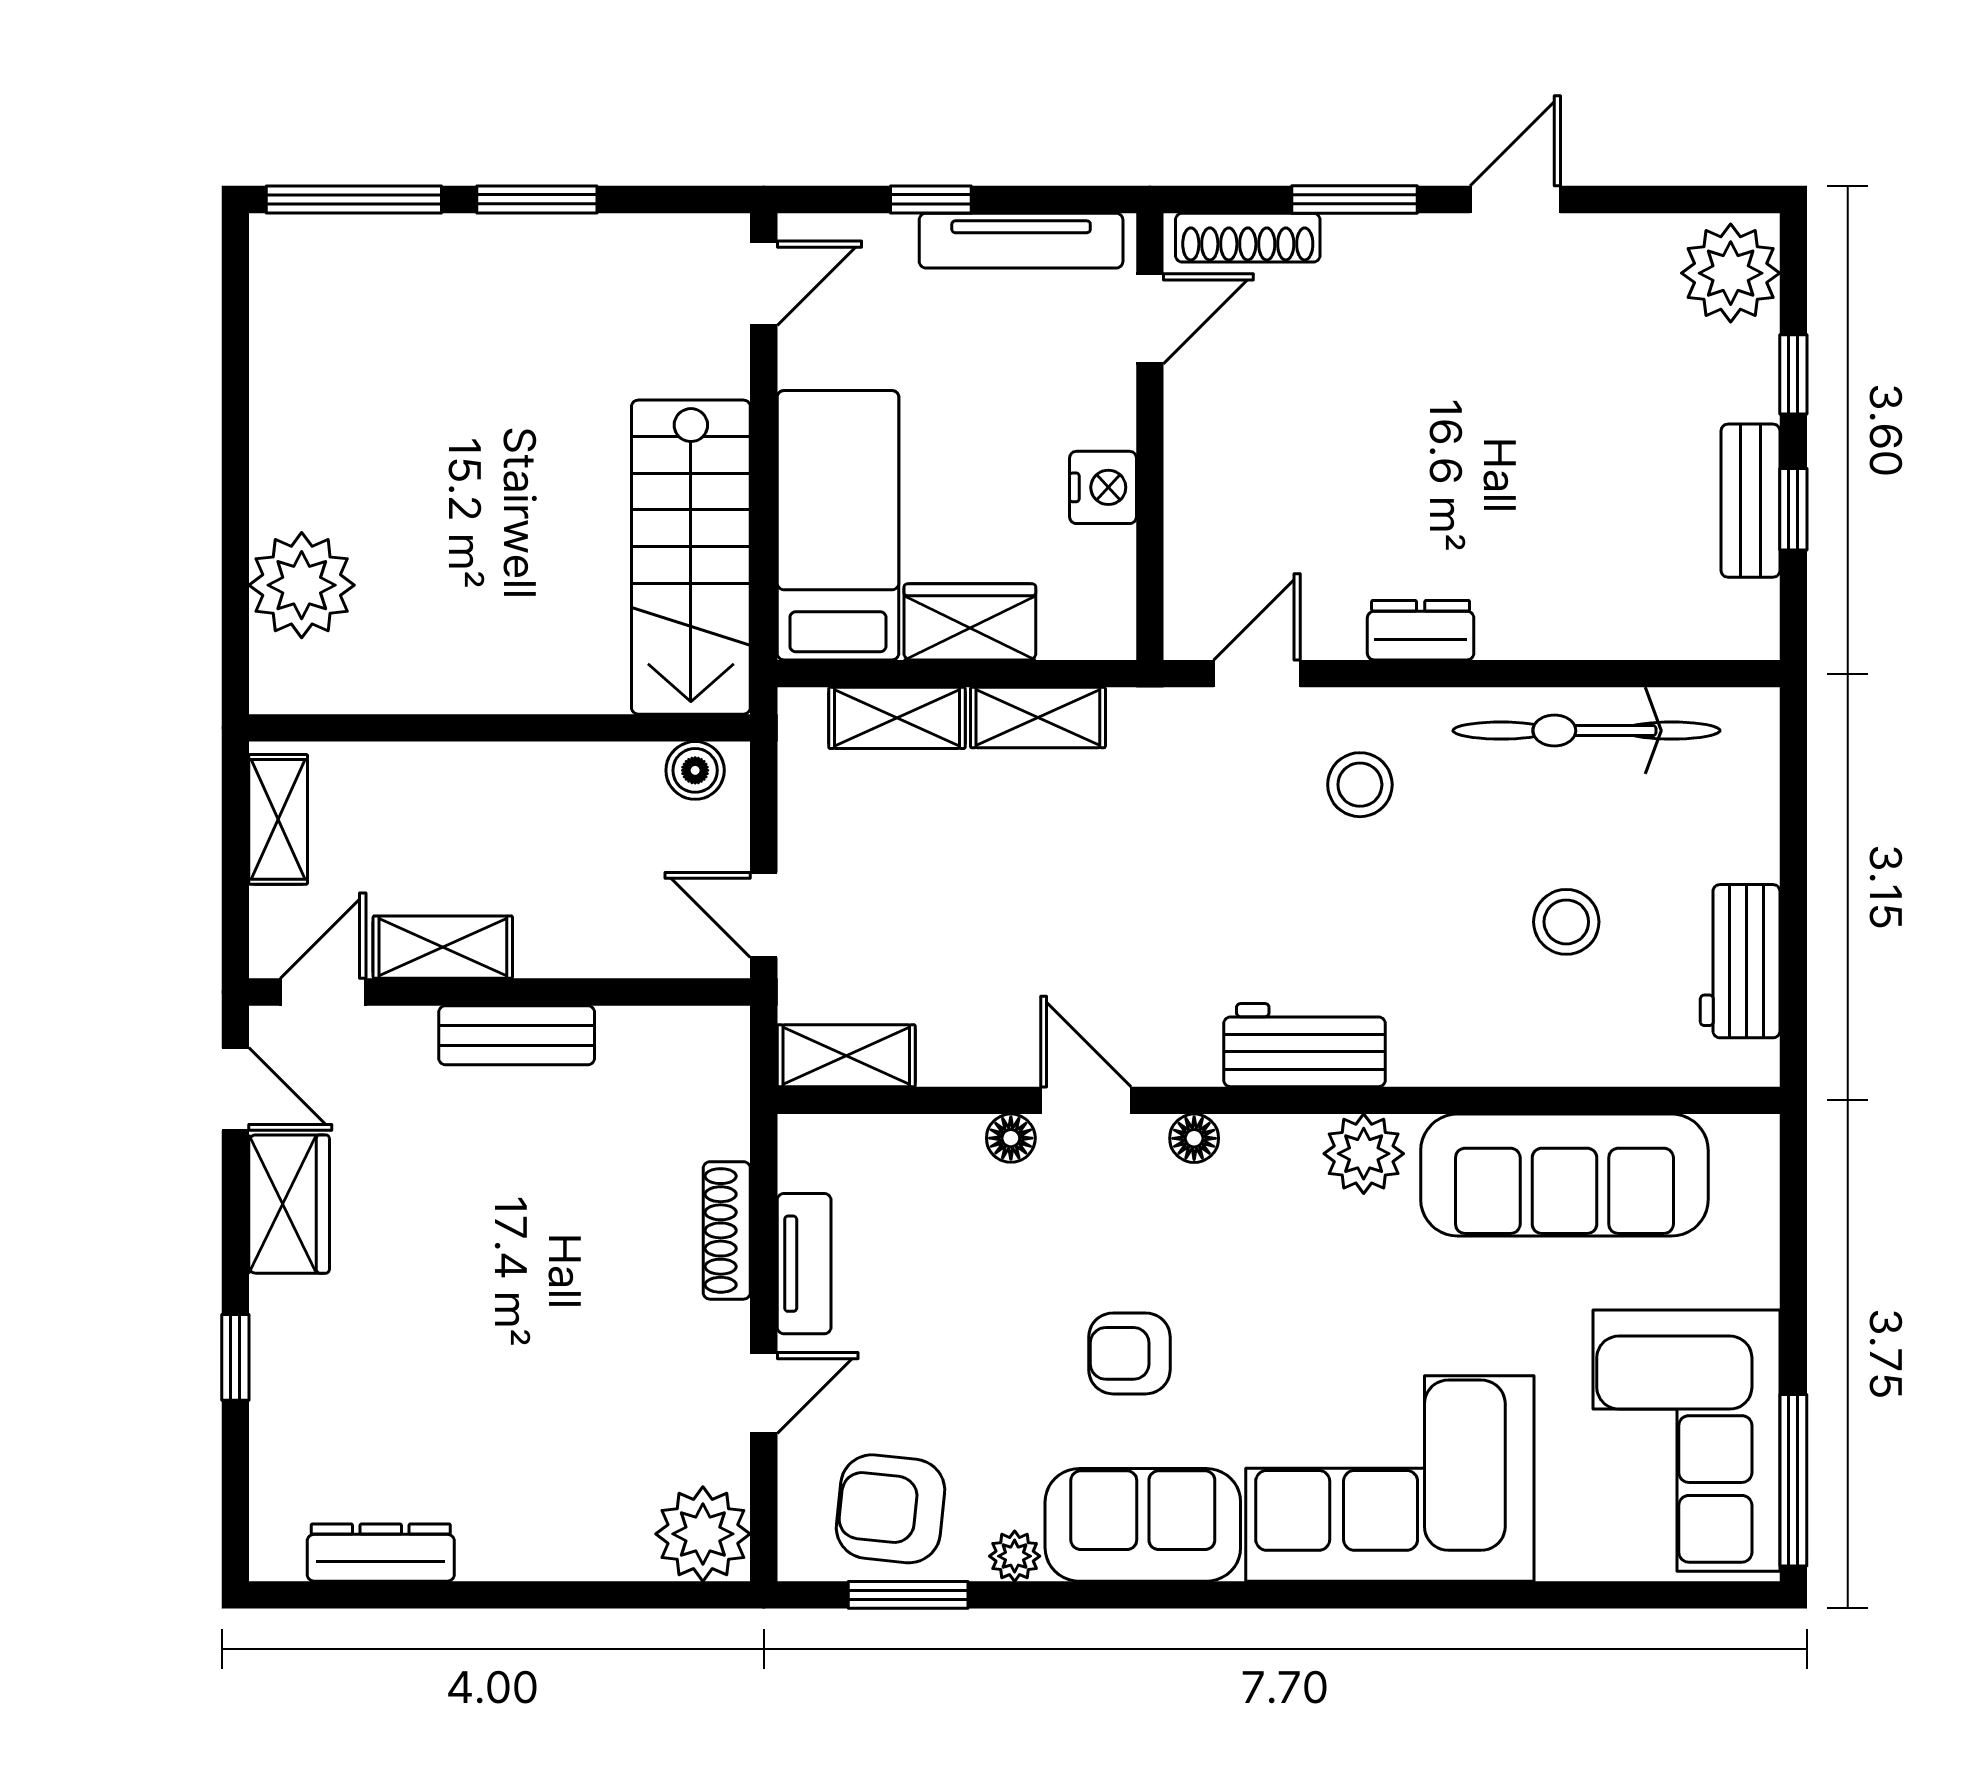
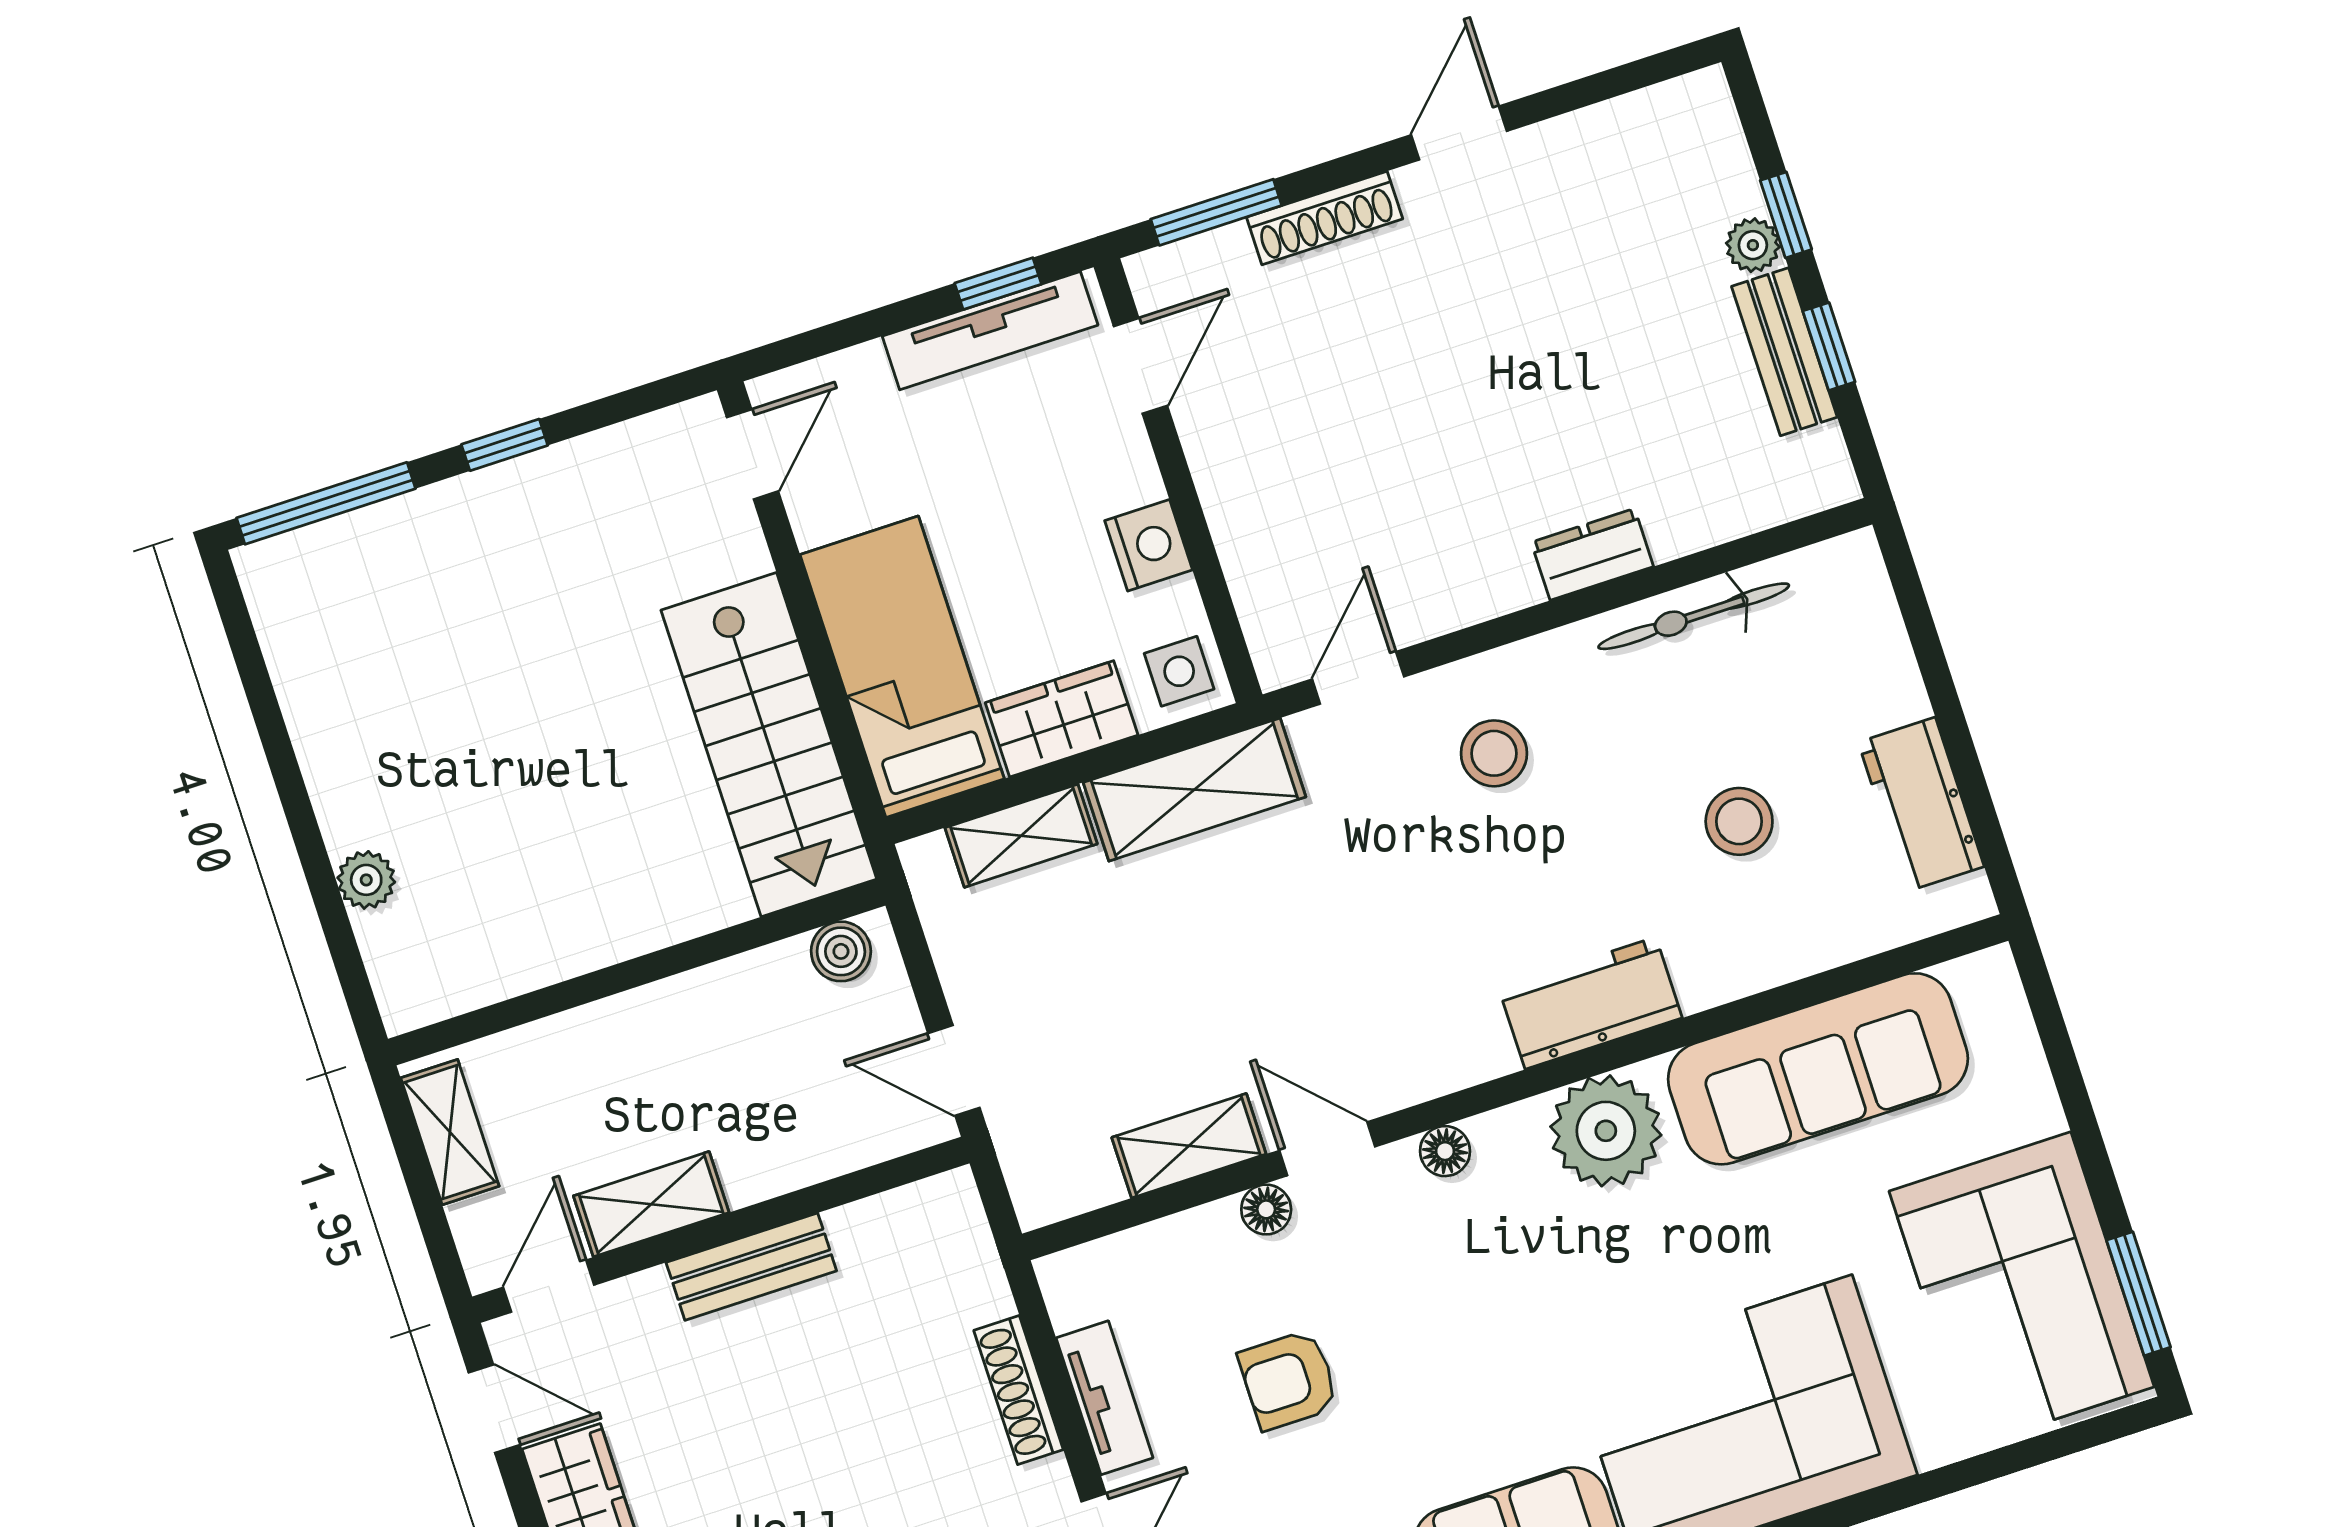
window: (537, 199) -> (505, 445), width x0.67
window: (931, 199) -> (998, 284), moved
window: (1355, 199) -> (1216, 212), moved
shoe rack: (1248, 238) -> (1325, 218), moved
plant: (1731, 273) -> (1753, 245), moved, width x0.53, depth x0.53
plant: (302, 585) -> (366, 880), width x0.53, depth x0.53
side table: (1093, 613) -> (1179, 671), added
dresser: (1421, 630) -> (1592, 554), moved
shelving: (1038, 717) -> (1195, 790), width x1.50, depth x1.33
bicycle: (1586, 731) -> (1694, 616), width x0.73, depth x0.71
workbench: (1304, 1045) -> (1590, 1003), moved
shelving: (846, 1056) -> (1189, 1146), moved
plant: (1364, 1154) -> (1606, 1131), width x1.36, depth x1.36
armchair: (1129, 1353) -> (1289, 1380), moved
window: (1793, 1480) -> (2139, 1294), width x0.69

